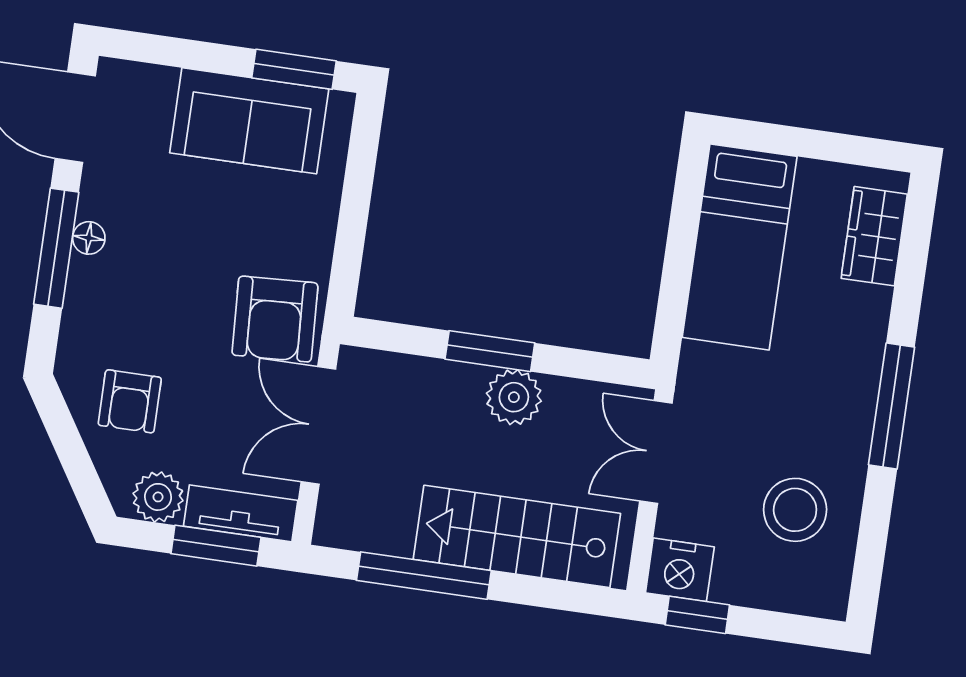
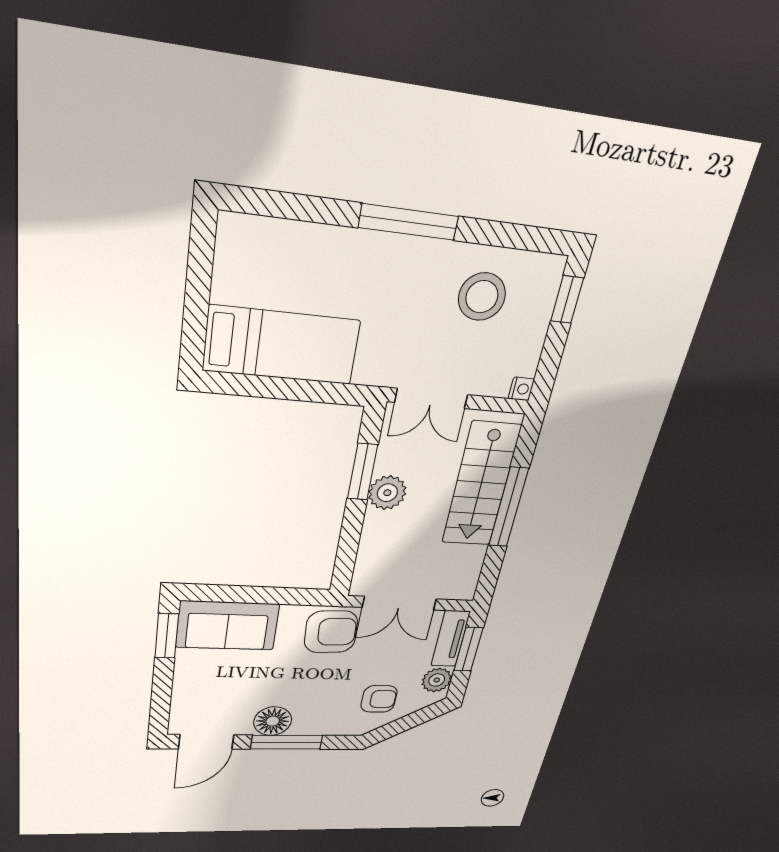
sofa: (249, 121) -> (227, 626), moved, turned 90
wardrobe: (874, 236) -> (271, 239), removed
floor lamp: (89, 238) -> (273, 721), width x1.89, depth x1.89
window: (490, 351) -> (362, 472), moved
nightstand: (680, 570) -> (521, 389), width x0.53, depth x0.56
window: (424, 576) -> (508, 507), moved
window: (697, 615) -> (567, 300), moved

